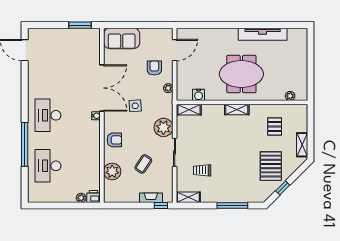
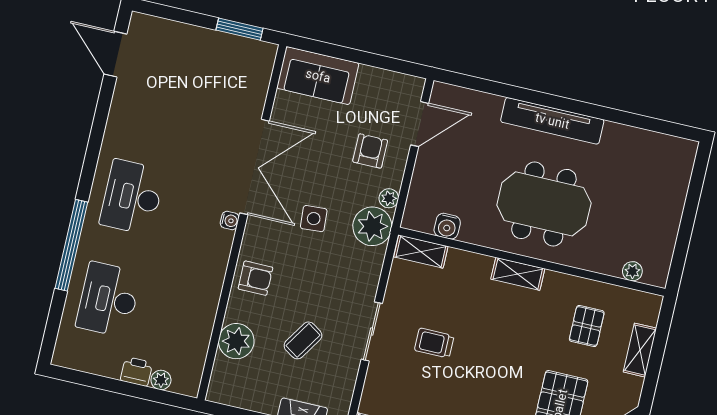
tv unit: (263, 34) -> (552, 121), moved
plant: (163, 127) -> (372, 226), moved
shelving: (302, 145) -> (640, 350), moved
trolley: (202, 170) -> (434, 343), moved
printer: (93, 196) -> (136, 371), moved

